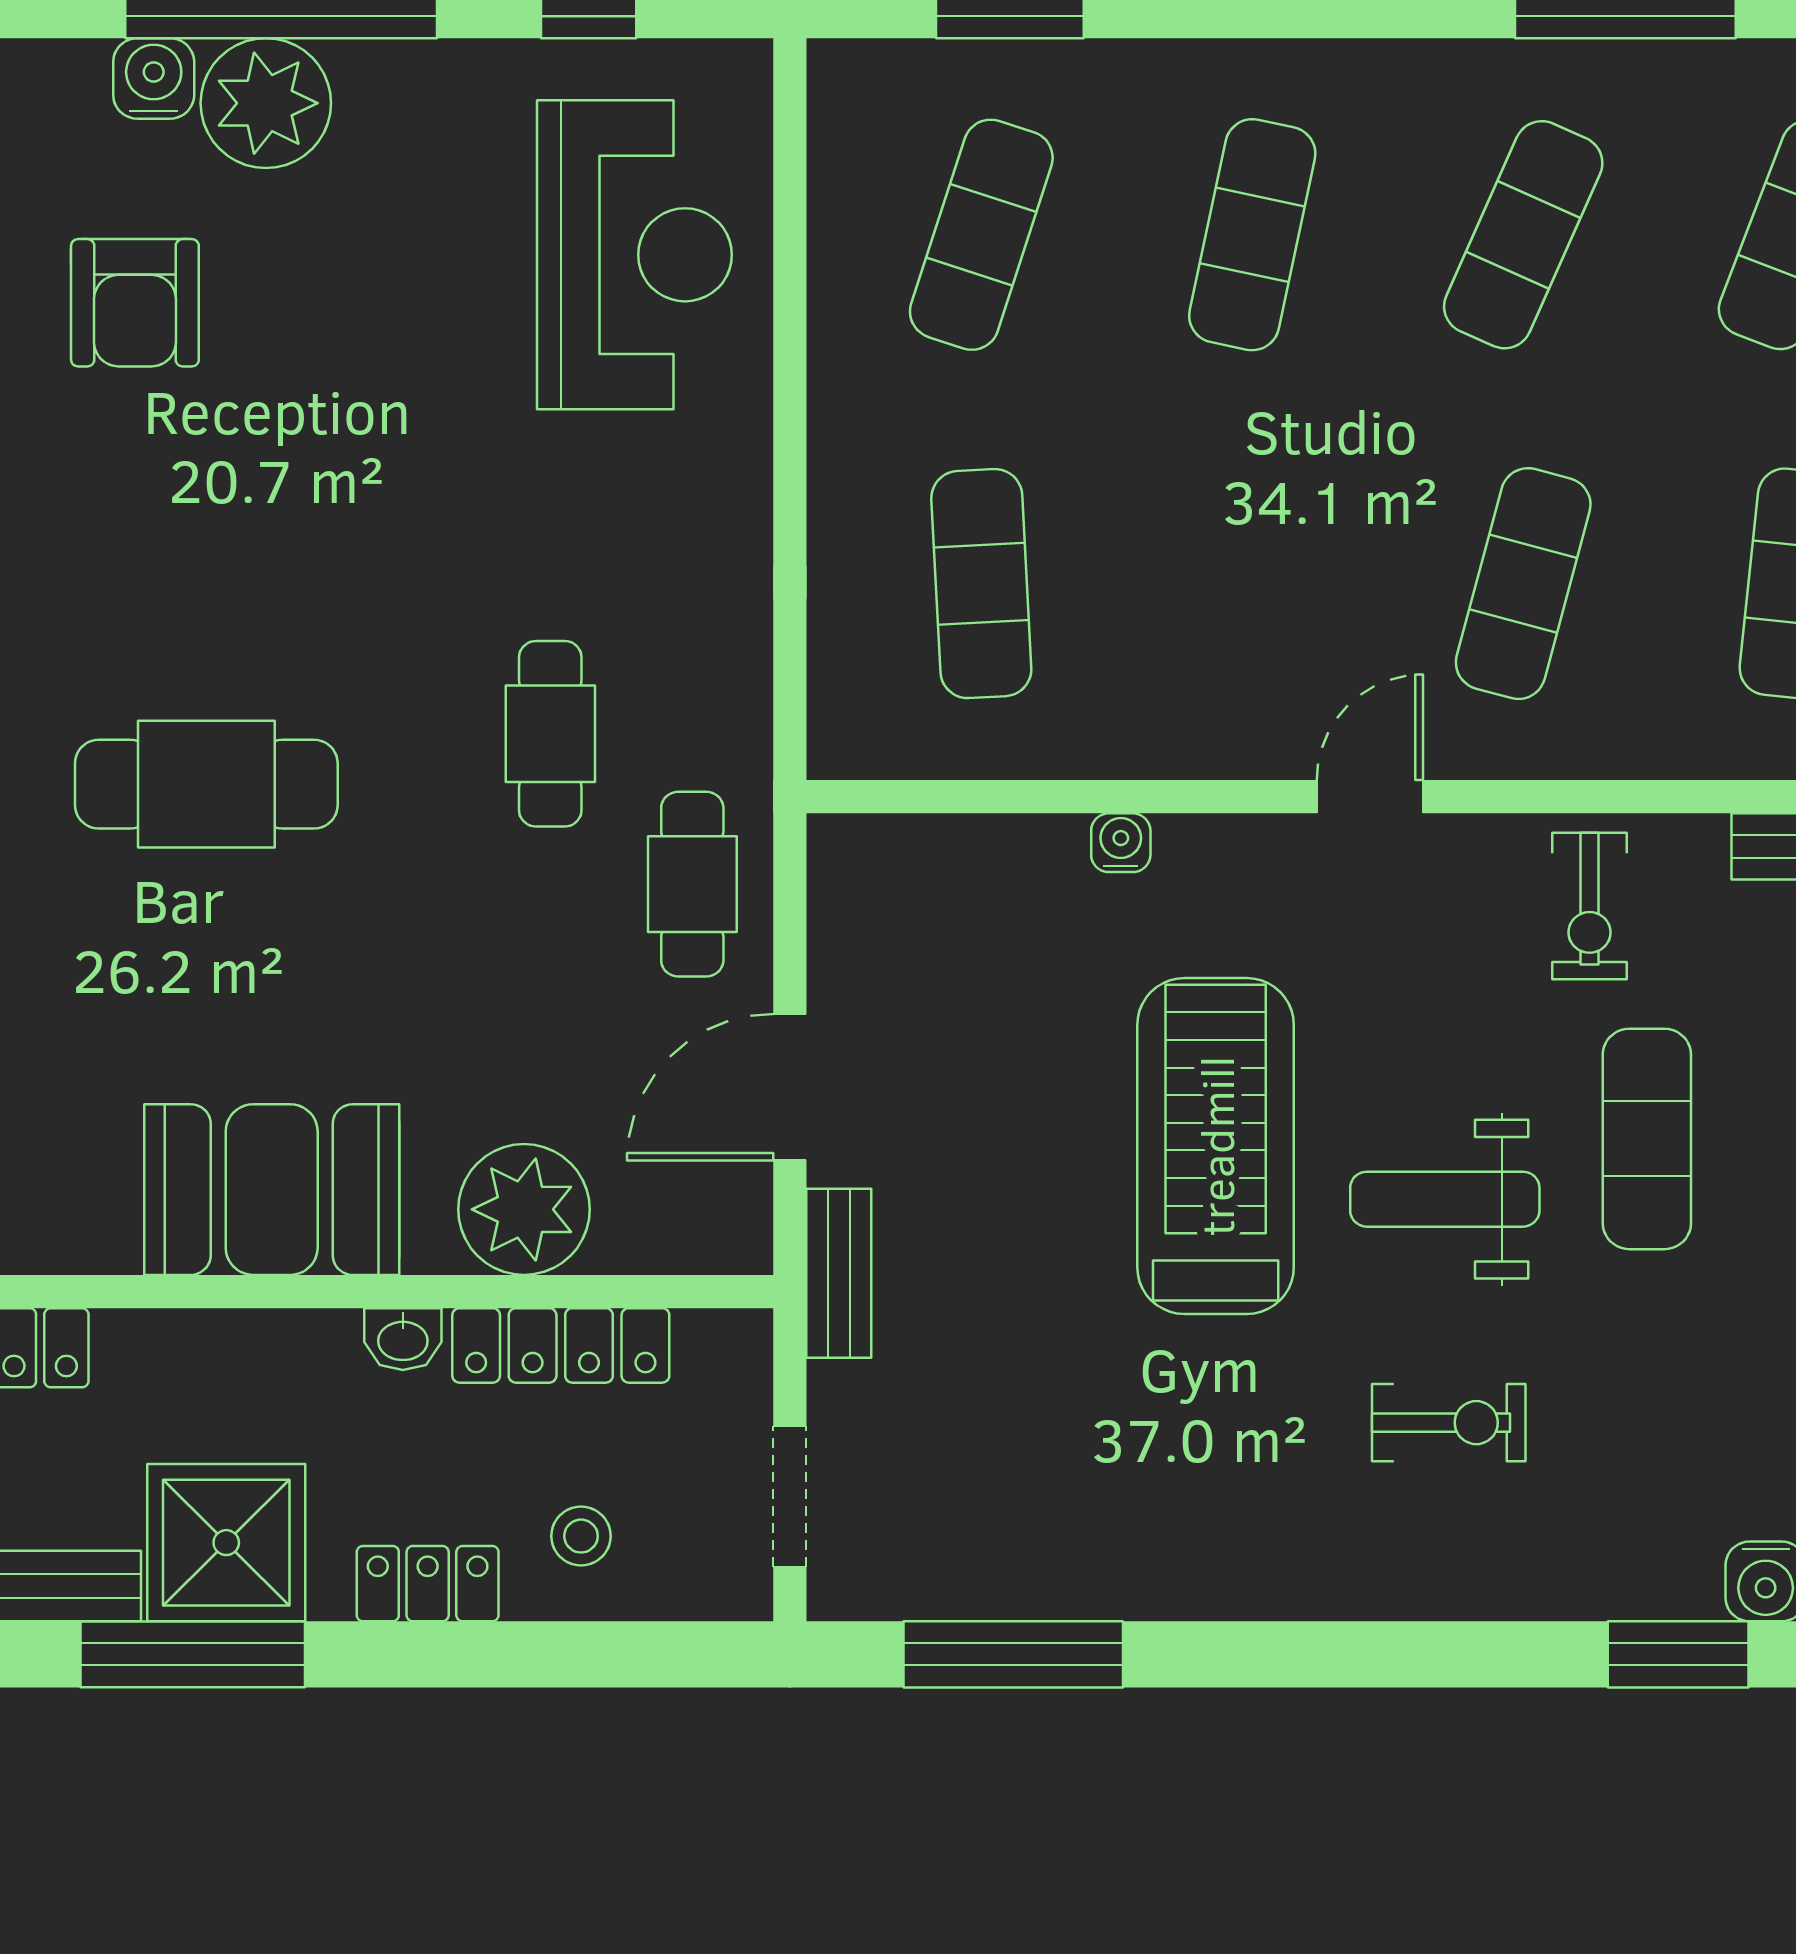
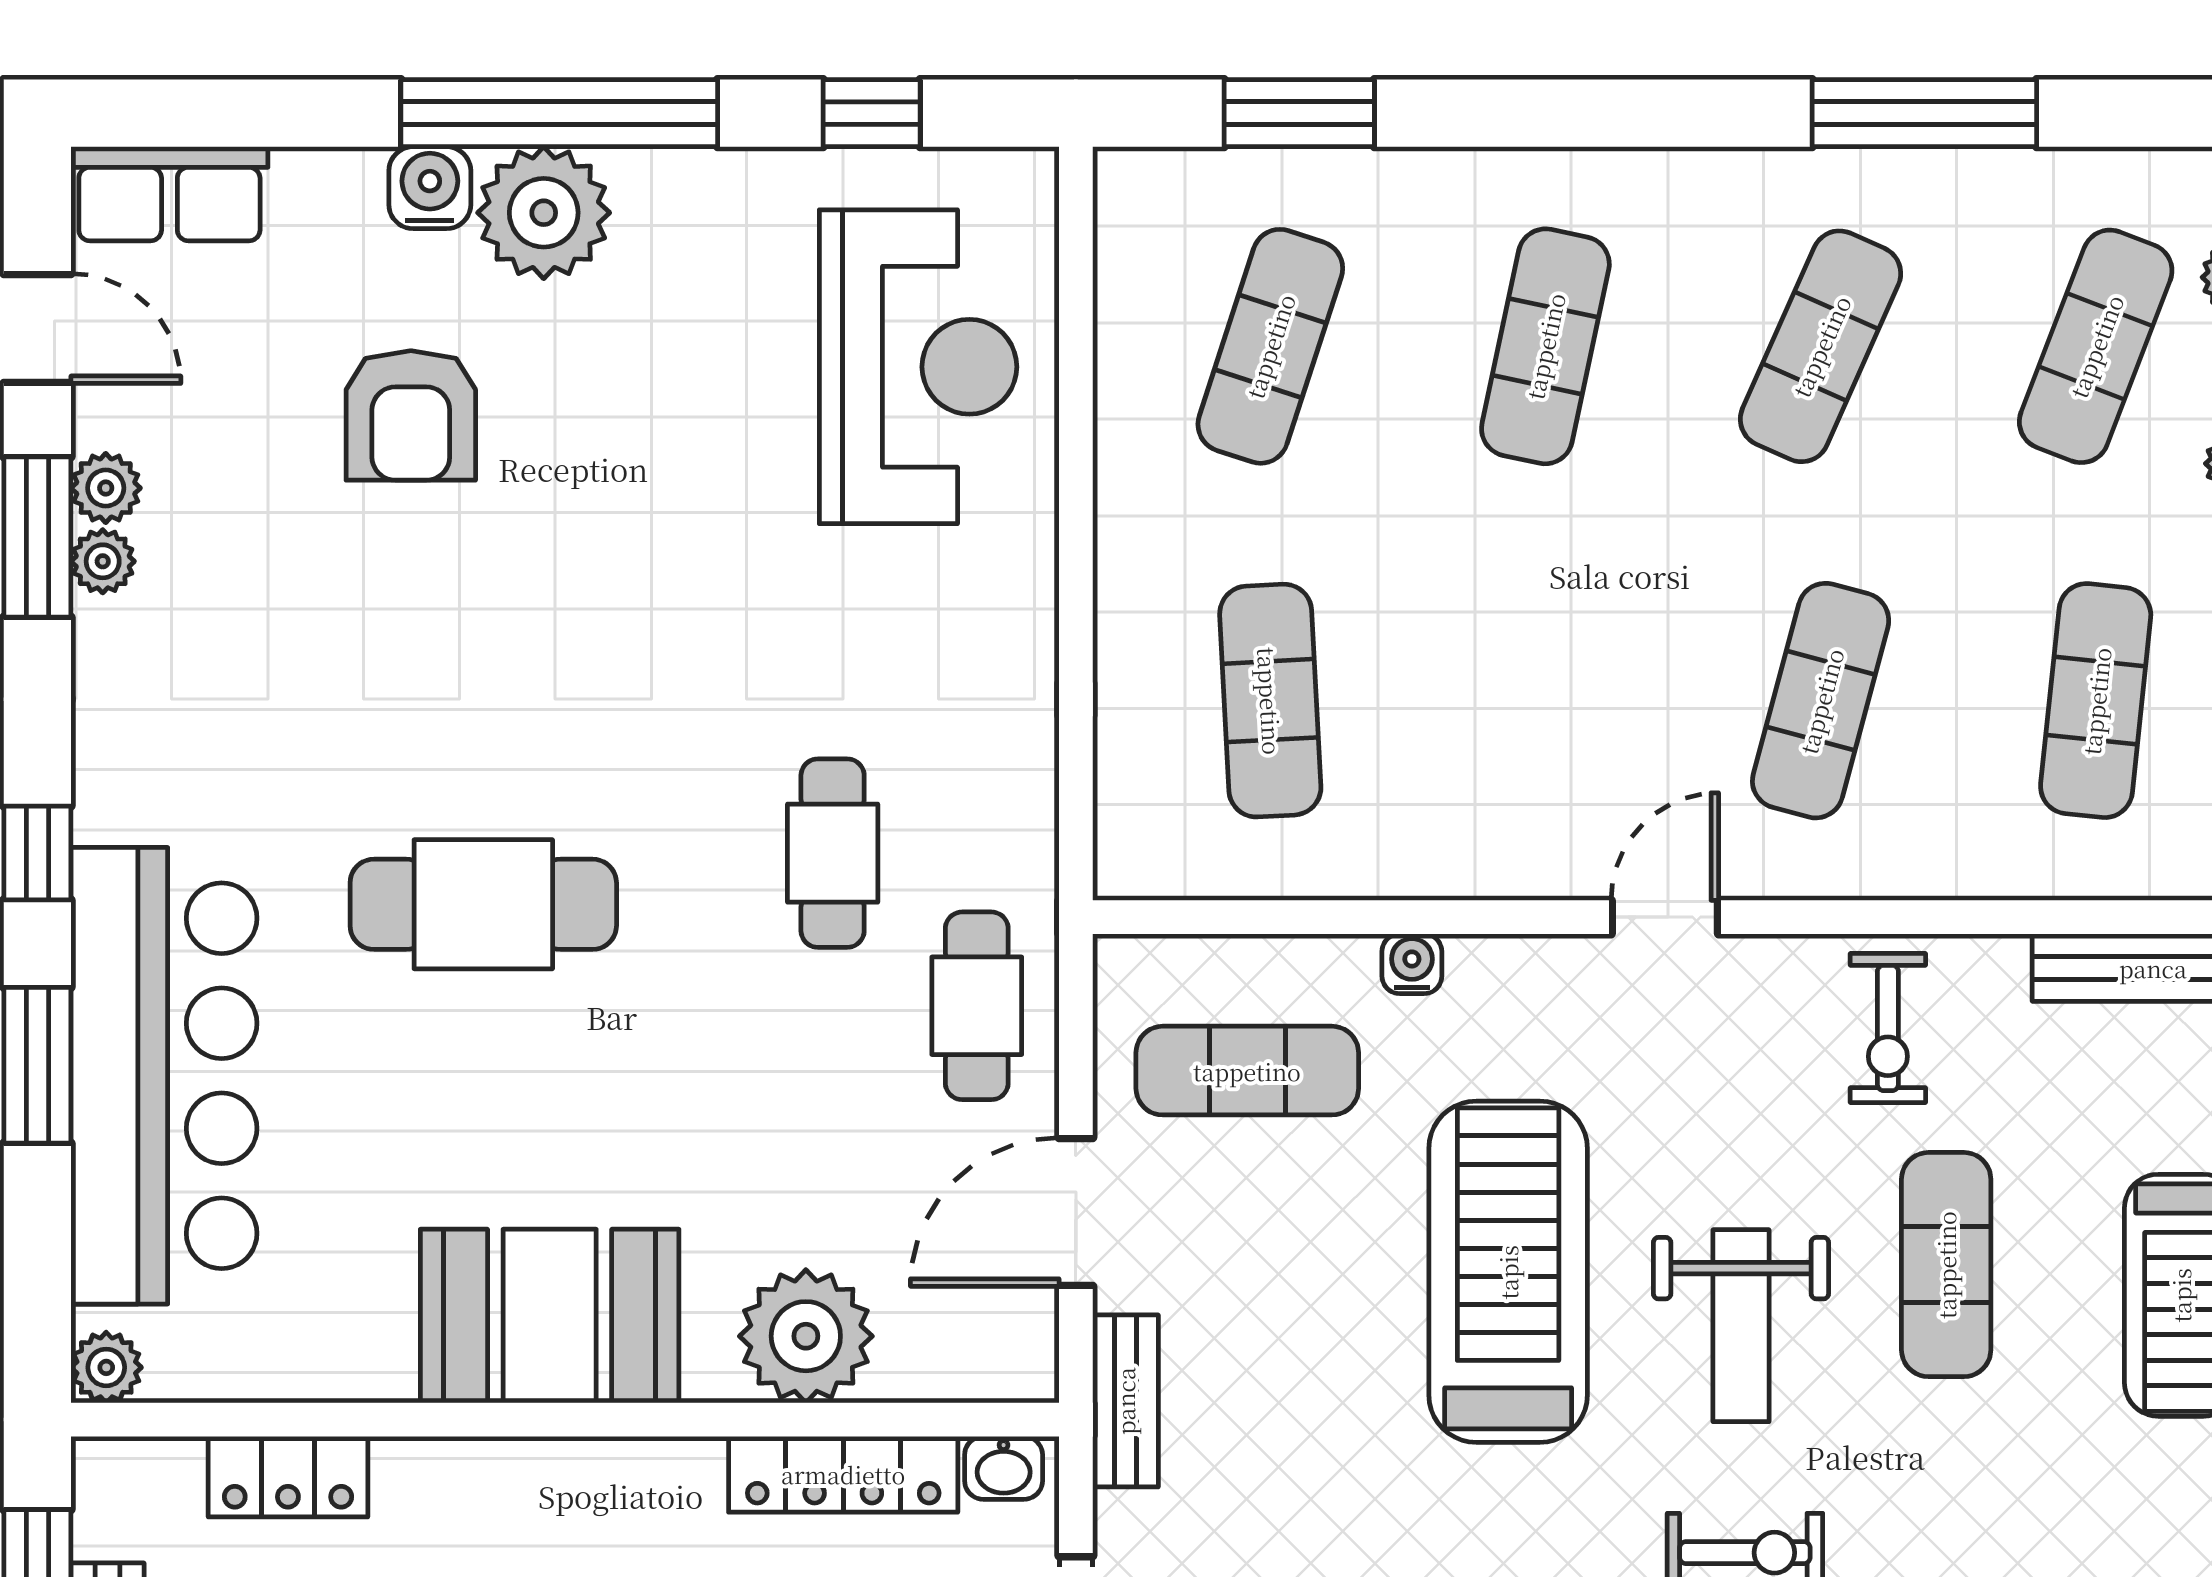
exercise mat: (959, 948) -> (1247, 1071), added
weight bench: (1445, 1199) -> (1741, 1326), turned -90
washbasin: (403, 1339) -> (1004, 1468), moved

